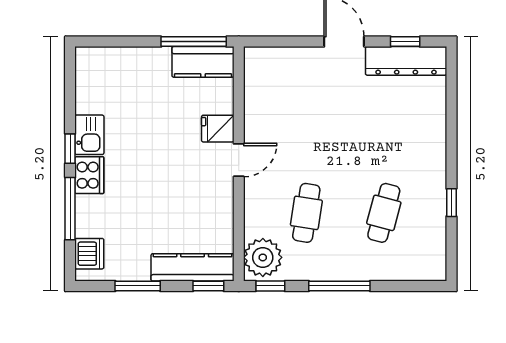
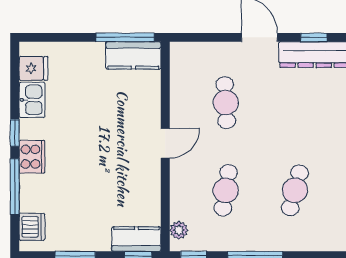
cafe table: (306, 115) -> (226, 103), added
fridge: (218, 129) -> (33, 68), moved, turned 180
kitchen sink: (89, 135) -> (32, 100), moved
plant: (263, 257) -> (179, 230), width x0.53, depth x0.53
kitchen counter: (193, 267) -> (136, 239), width x0.67

